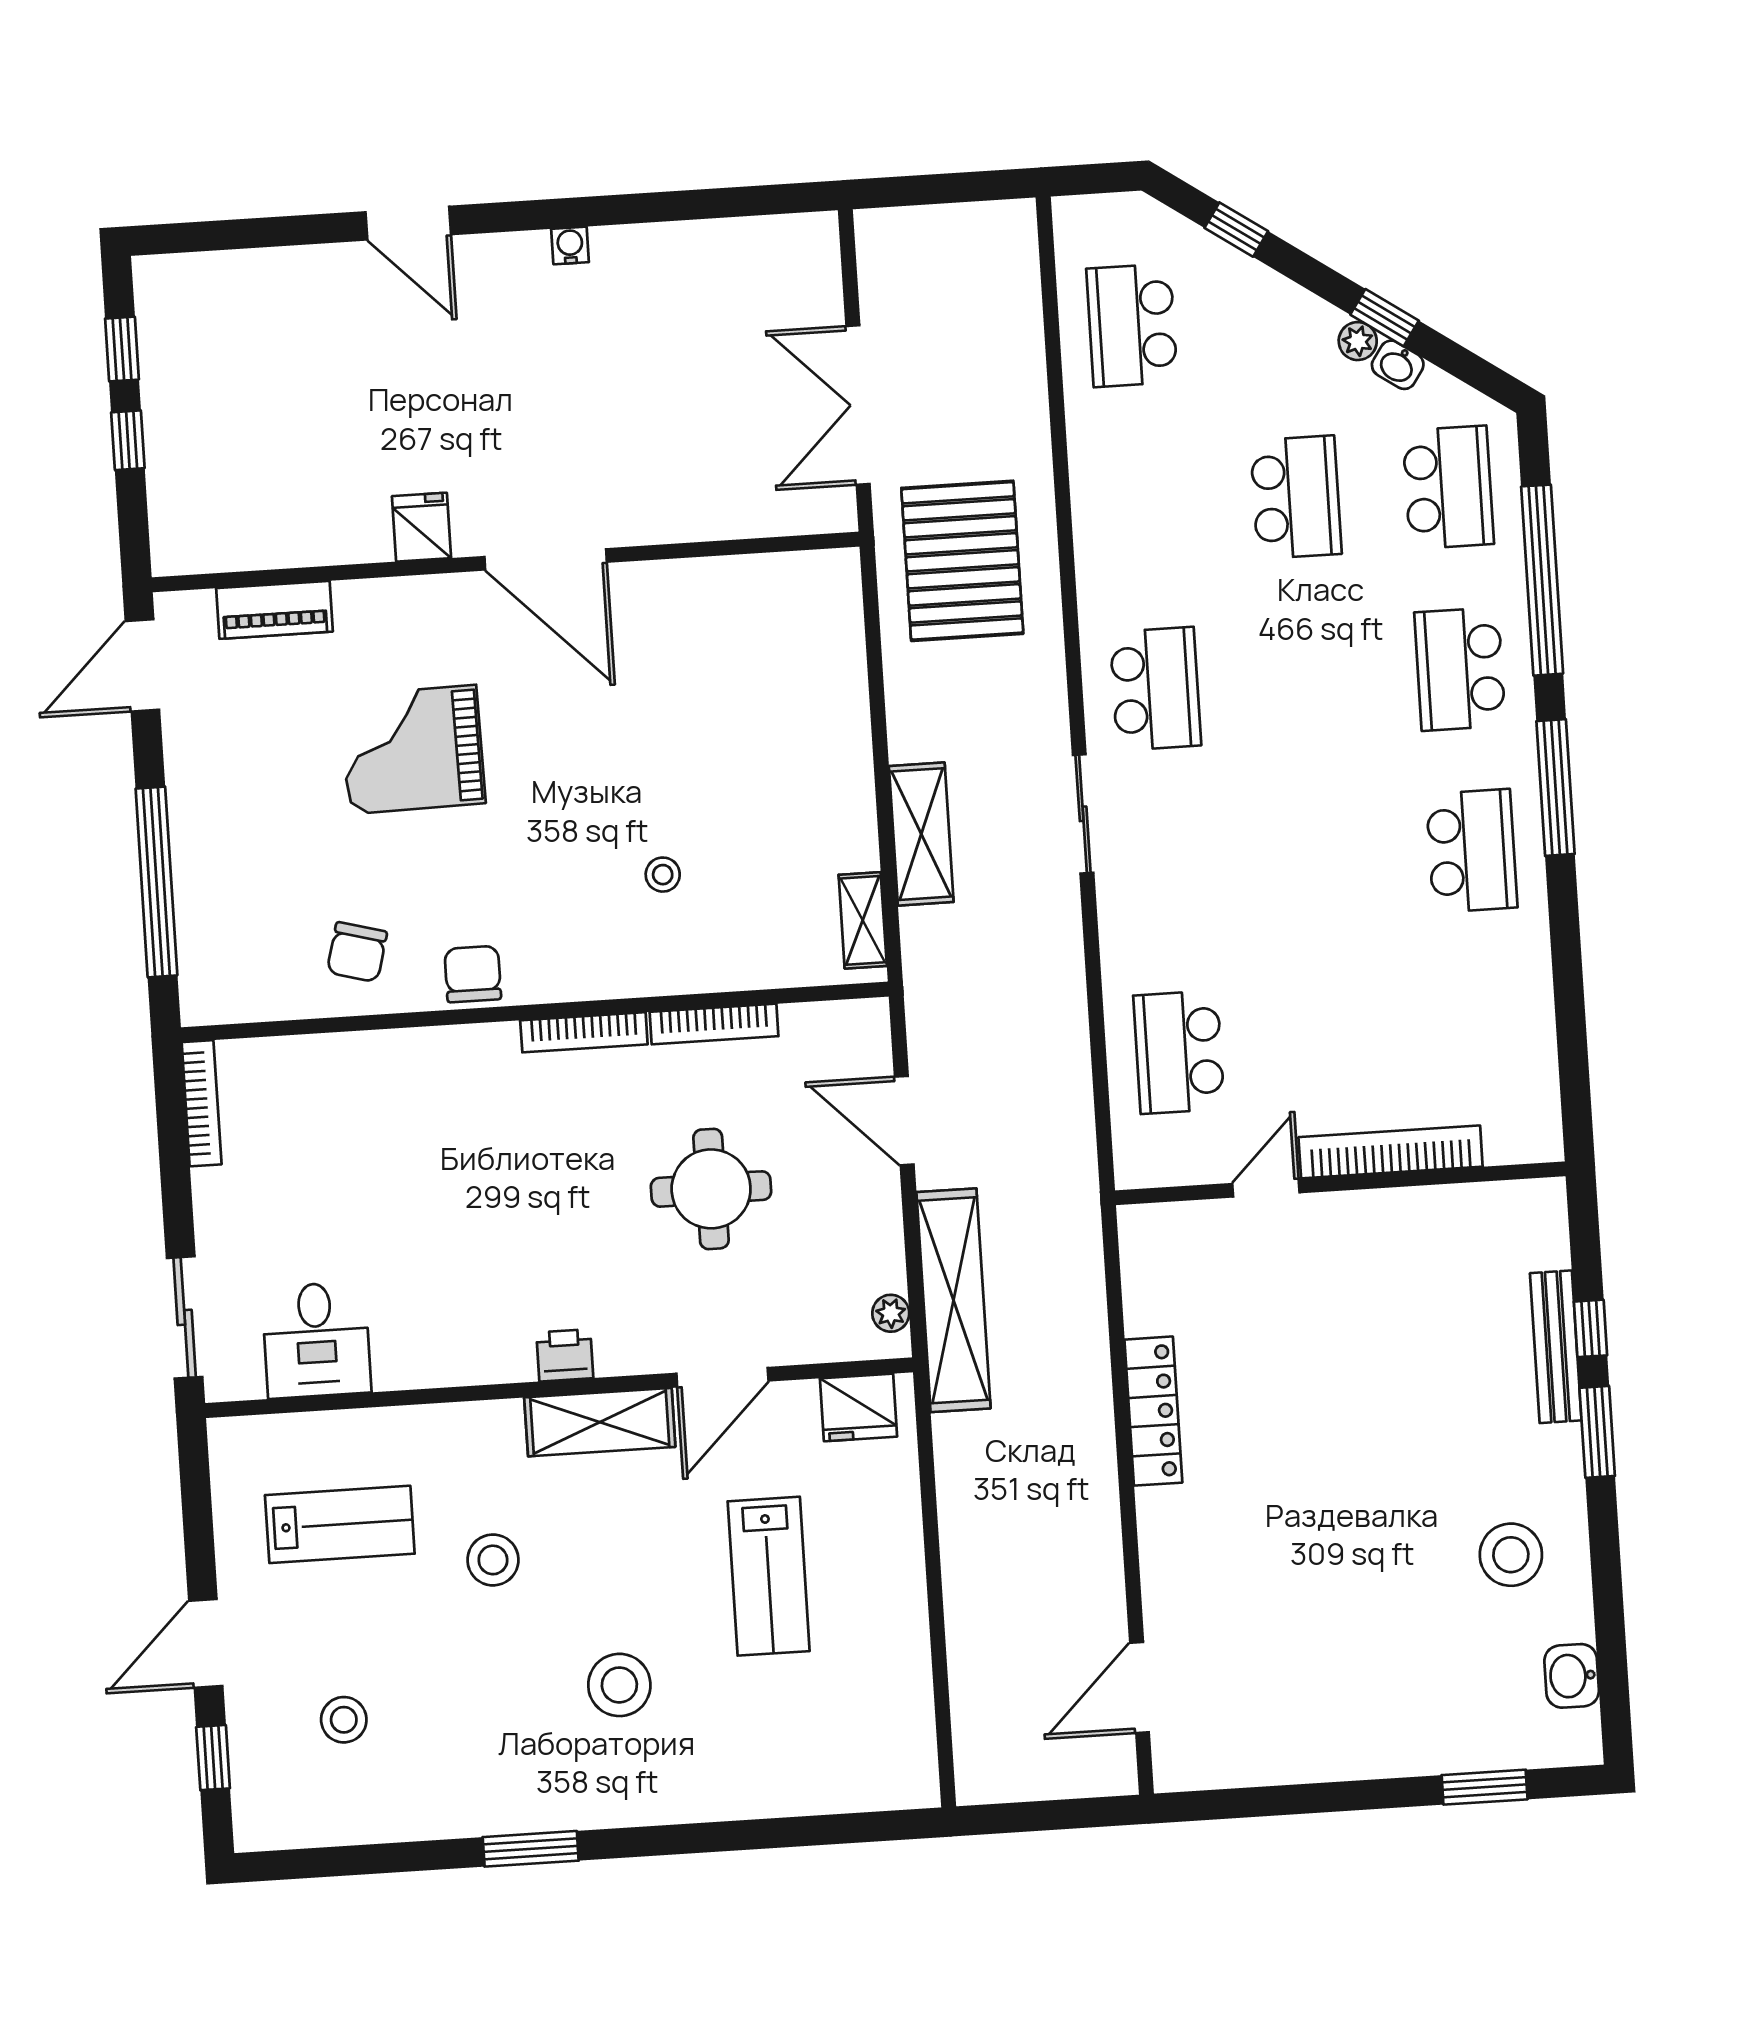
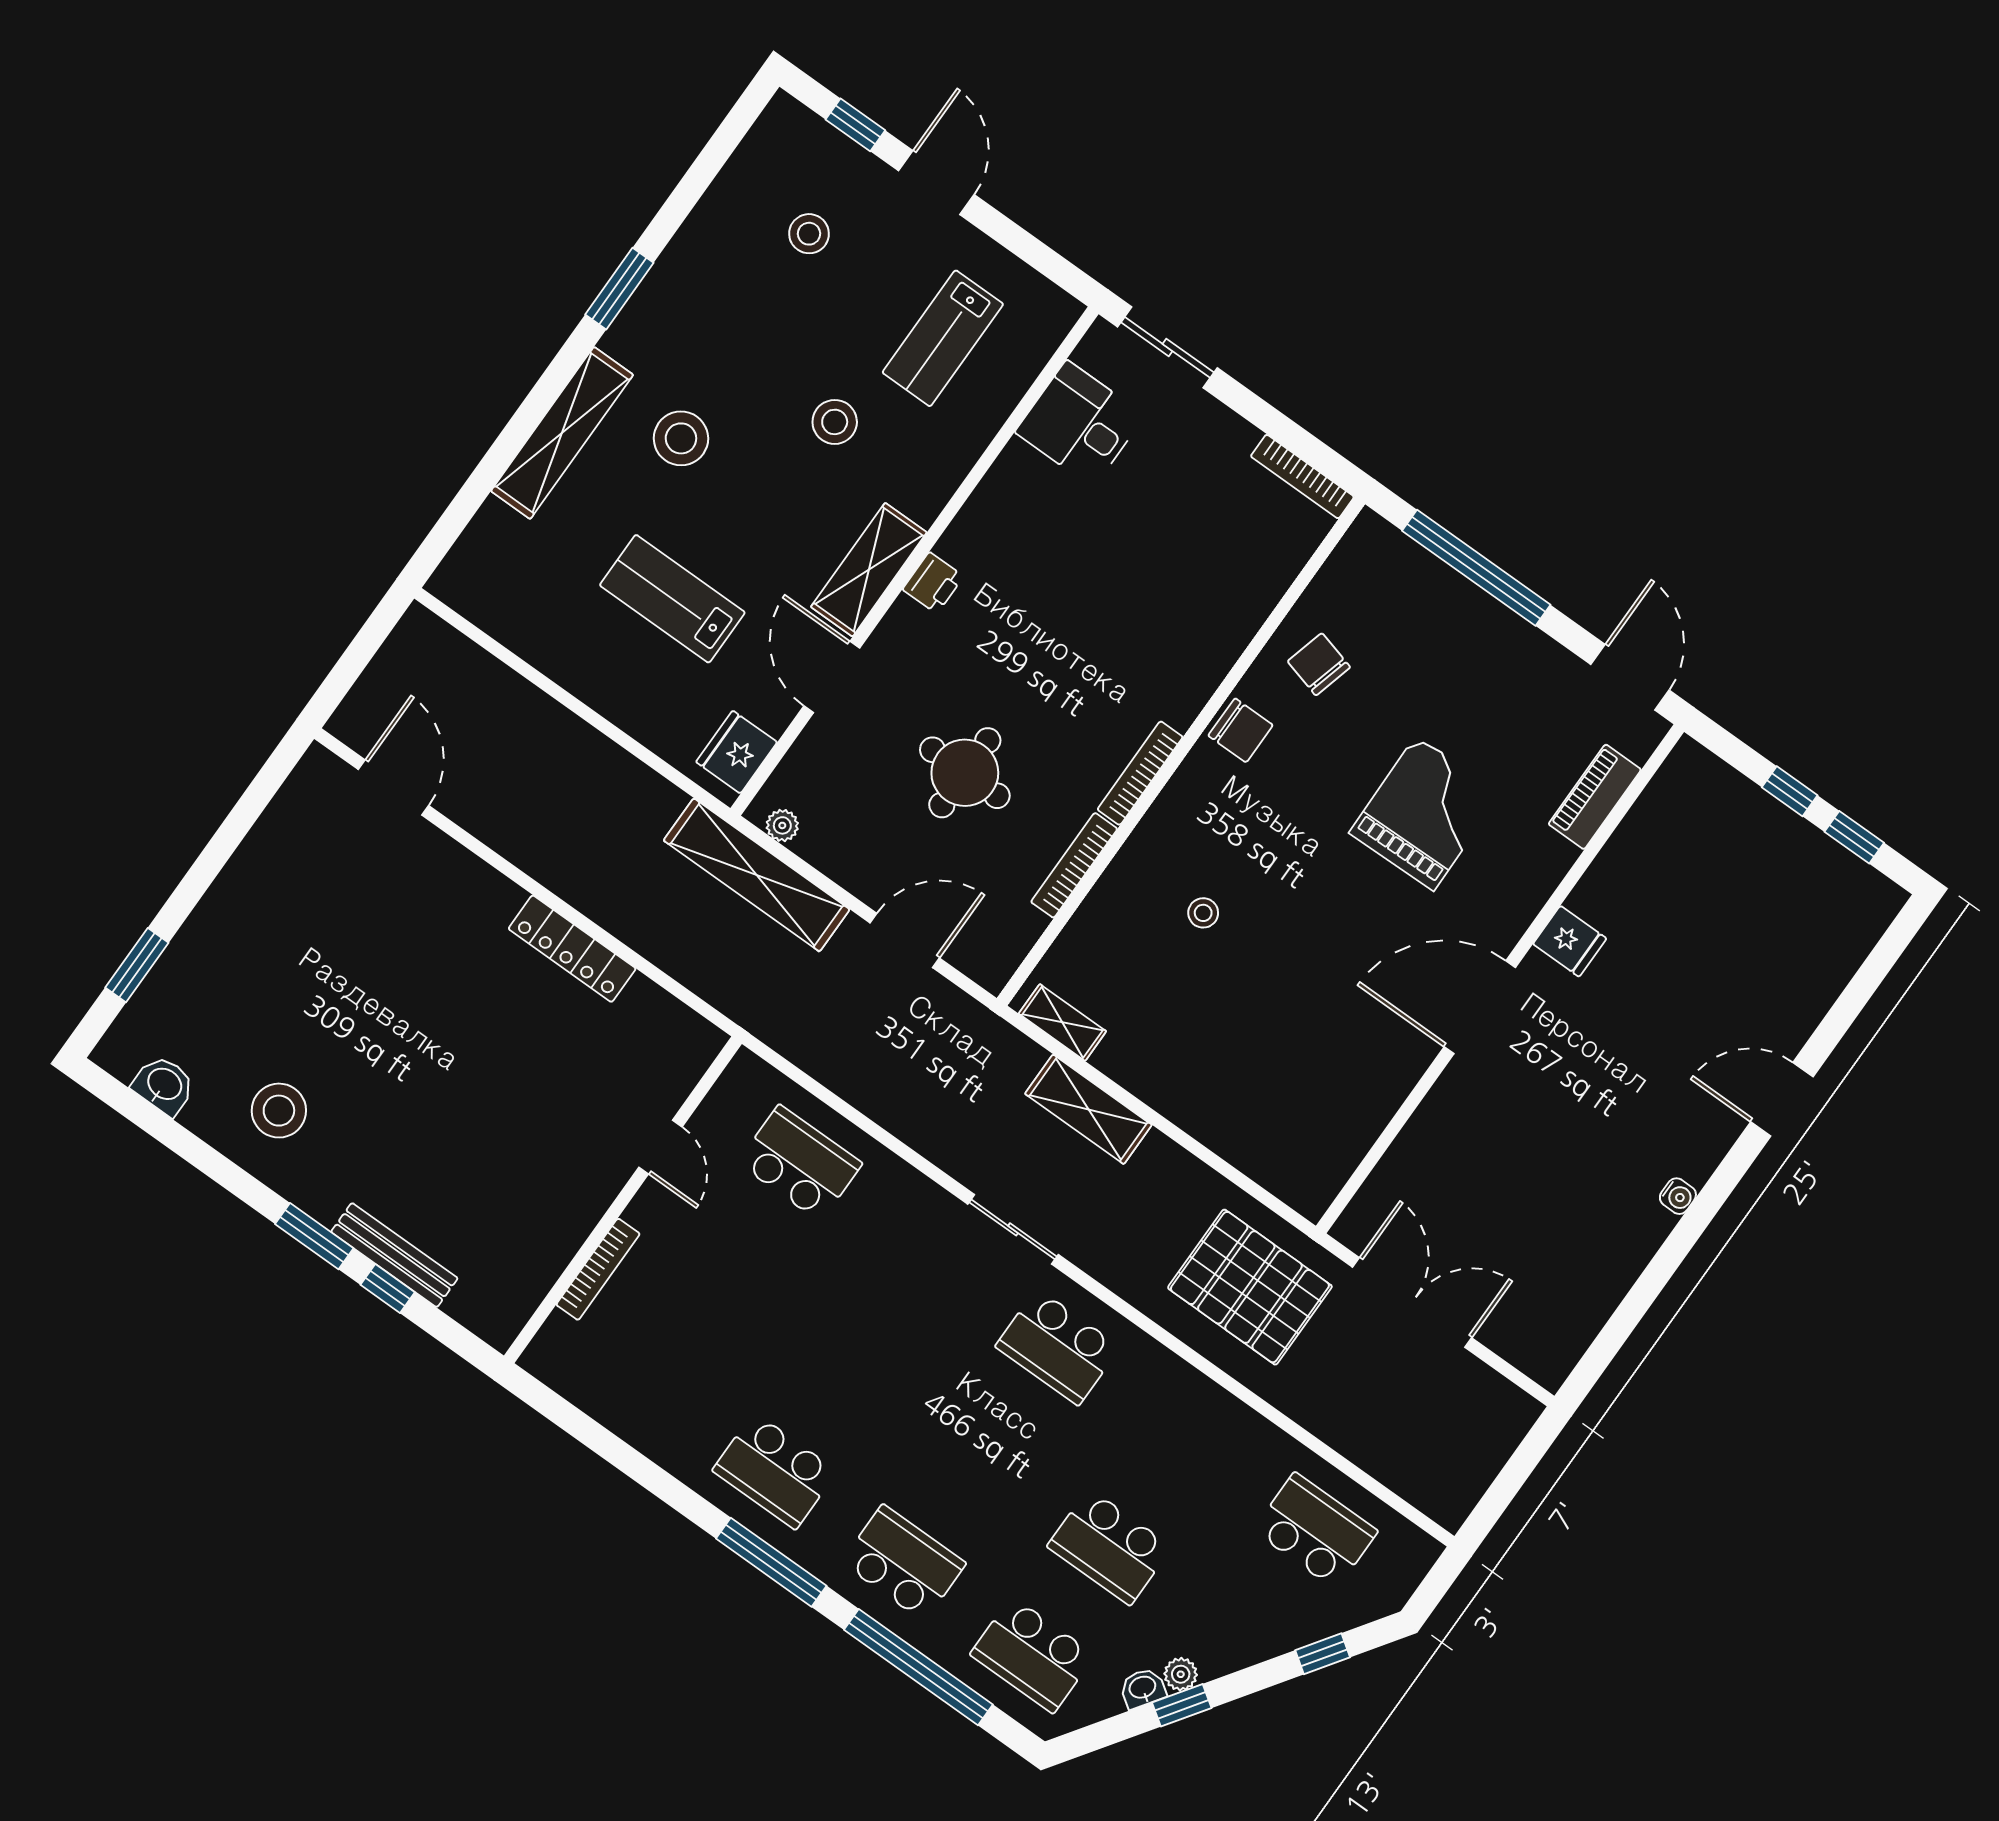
bookcase: (1391, 1152) -> (598, 1269), width x0.68, depth x0.76
shelving: (701, 1795) -> (562, 433), added

